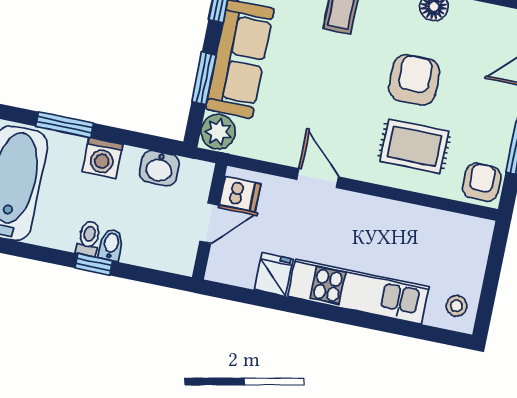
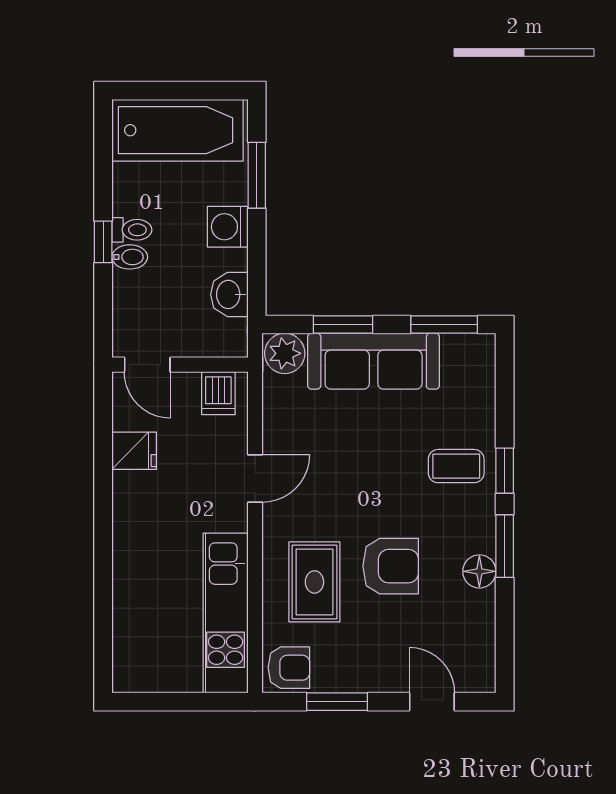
door: (209, 223) -> (147, 365), moved
kitchen unit: (358, 292) -> (226, 613), moved, turned 180
stool: (456, 306) -> (141, 668), removed

